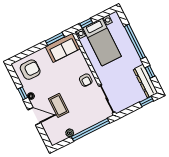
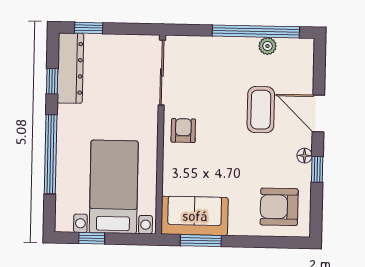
window: (86, 23) -> (92, 238), moved
window: (90, 130) -> (256, 31), moved

